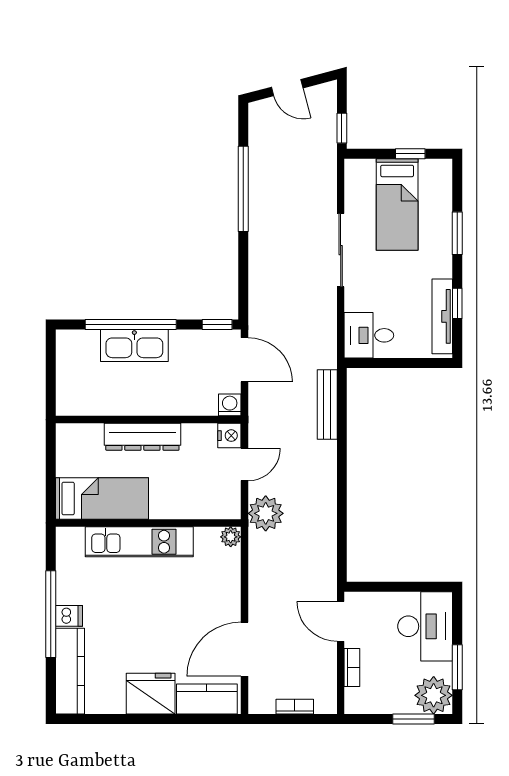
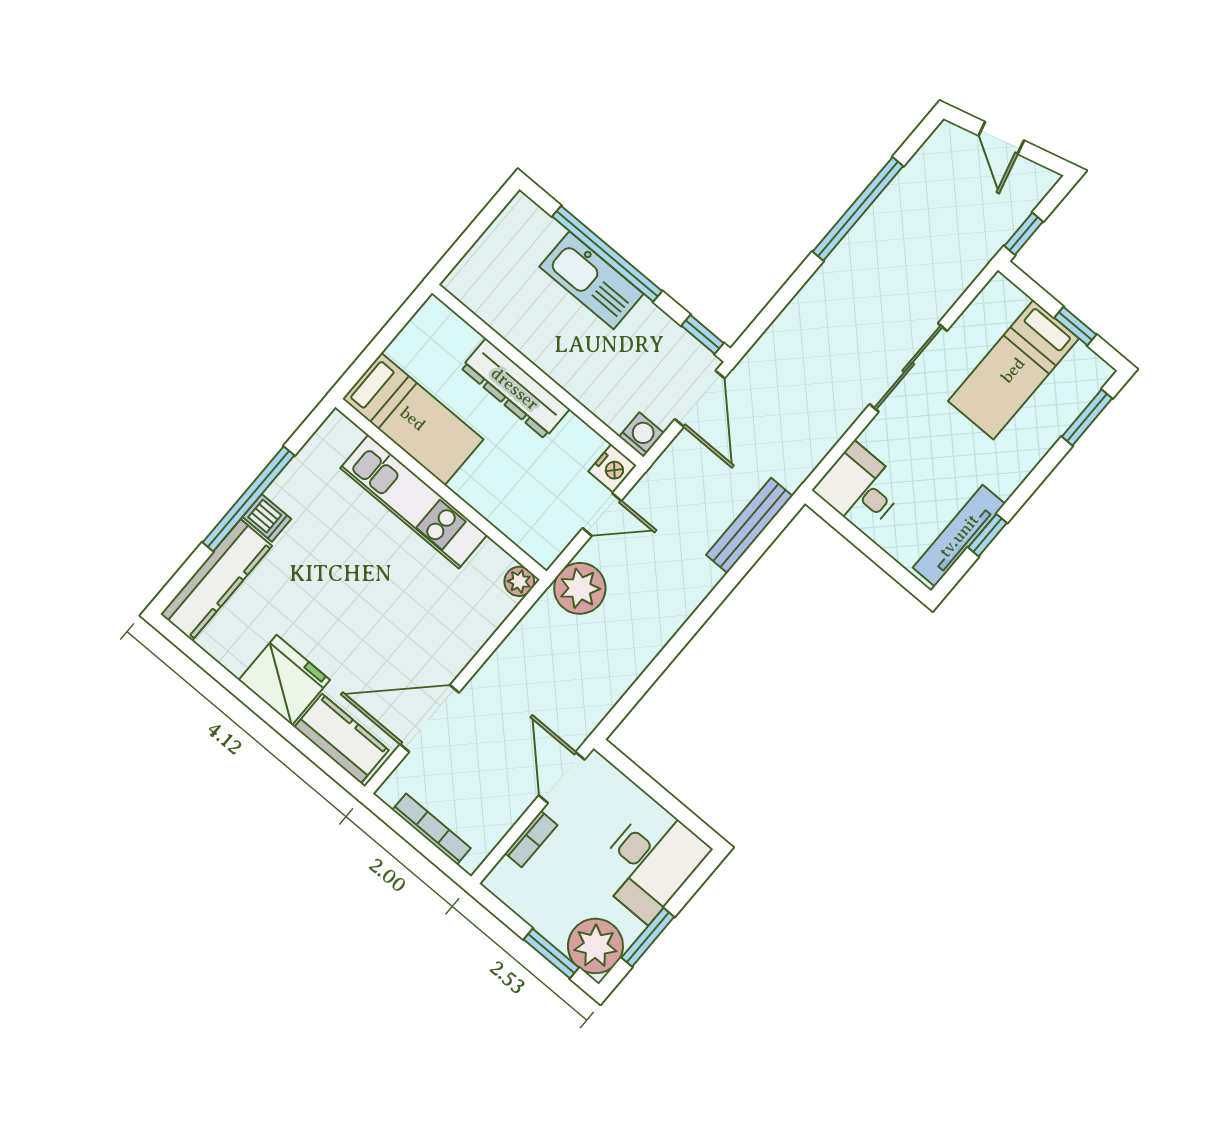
window: (457, 233) -> (1087, 417), moved
bookcase: (295, 707) -> (431, 829), width x1.56

